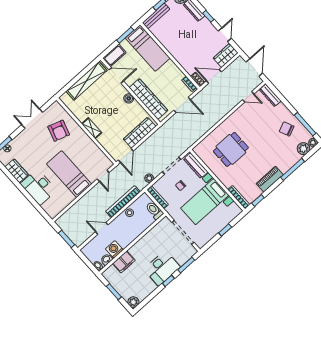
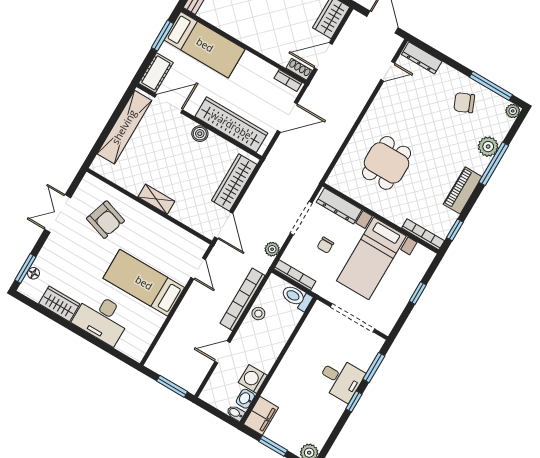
plant: (303, 149) -> (488, 147), moved
filing cabinet: (124, 262) -> (261, 416), moved
desk: (162, 268) -> (341, 379), width x0.73

